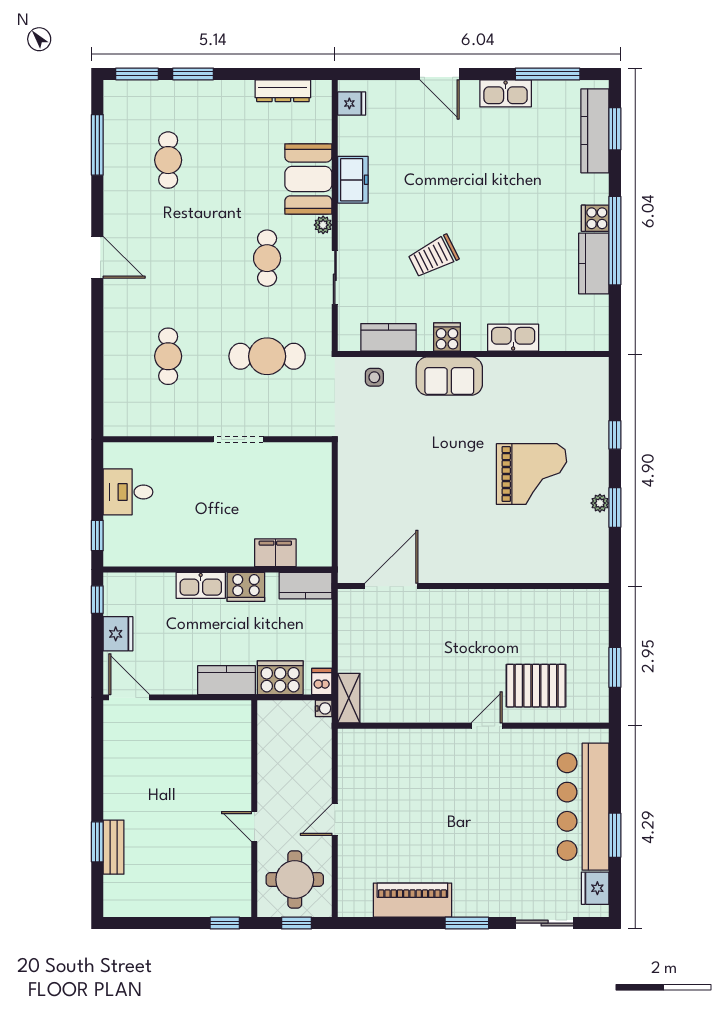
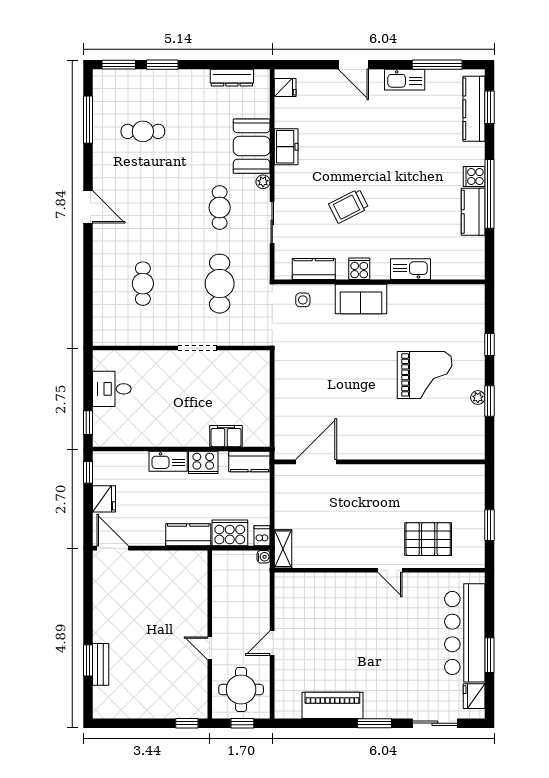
cafe table: (168, 160) -> (143, 131), turned 90
cafe table: (267, 356) -> (220, 284), turned 90
door: (487, 726) -> (390, 570), swing flipped

